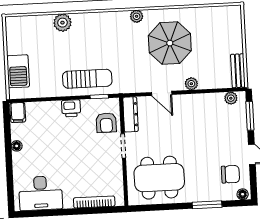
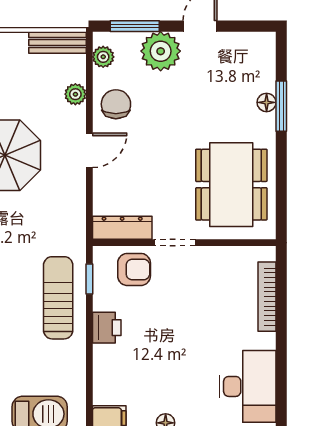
plant: (191, 84) -> (75, 94), moved
door: (162, 93) -> (89, 150), moved
plant: (236, 132) -> (161, 51), added
chair: (230, 174) -> (116, 104), moved
floor lamp: (243, 194) -> (267, 102), moved

